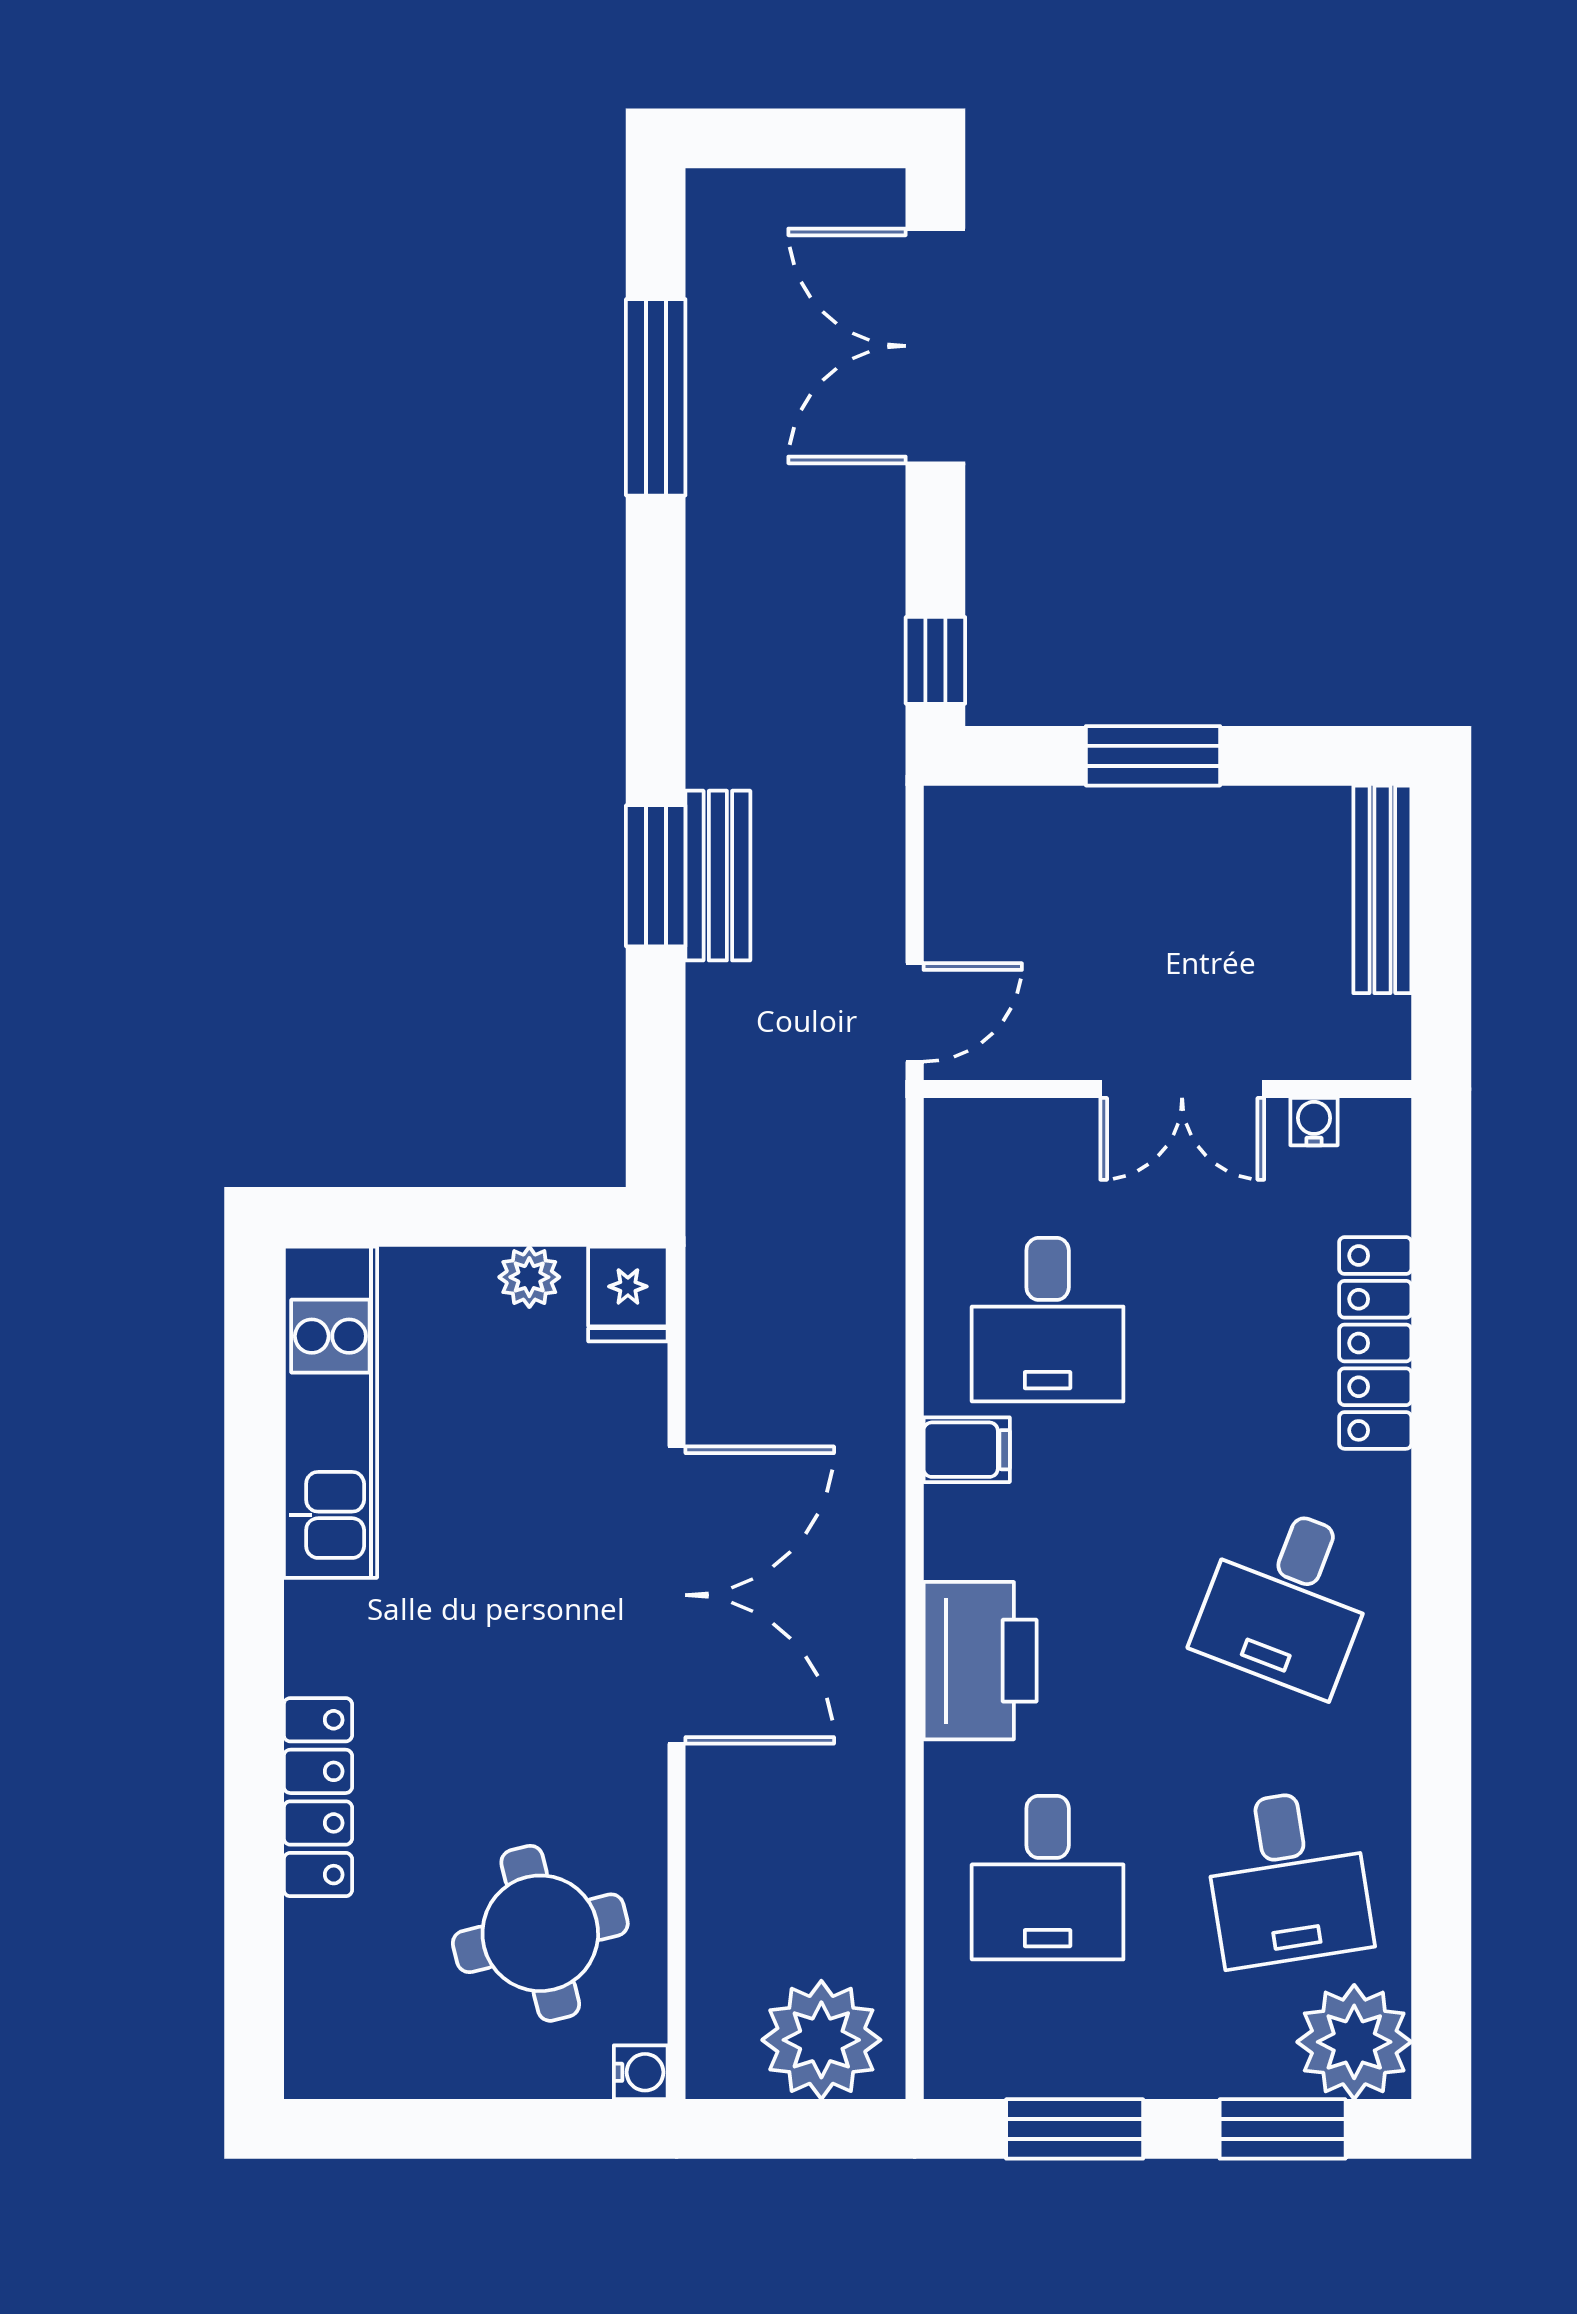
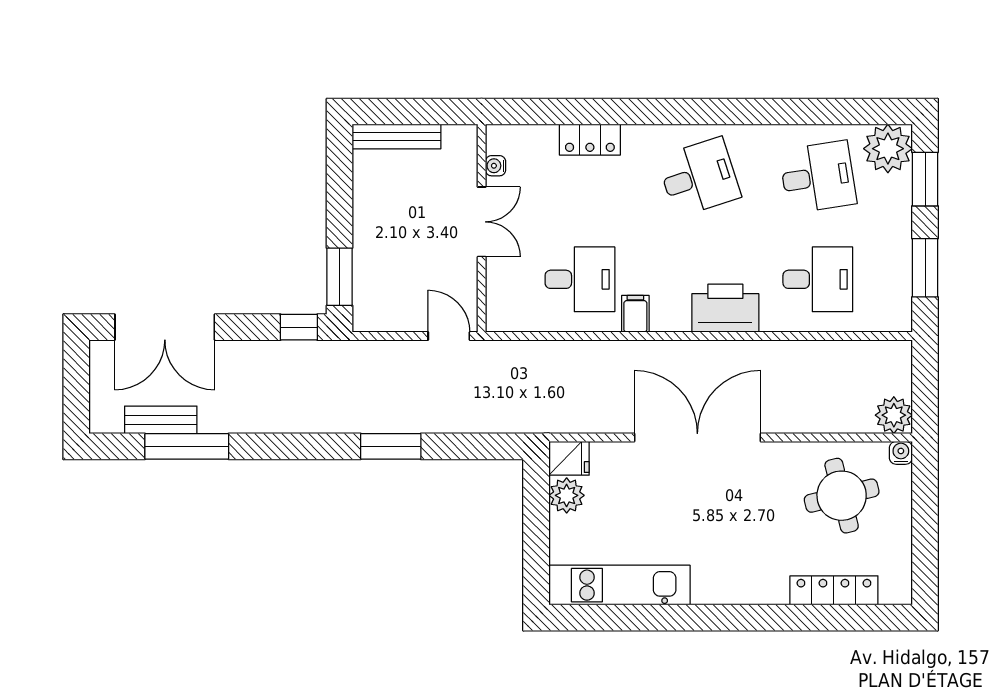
window: (1153, 756) -> (340, 277), moved
bench: (718, 876) -> (161, 420), moved
plant: (529, 1277) -> (567, 495), width x1.38, depth x1.38
locker: (1375, 1343) -> (590, 140), width x0.66
desk: (1287, 1599) -> (699, 177), turned -39
locker: (318, 1797) -> (834, 590), moved
plant: (821, 2040) -> (894, 415), moved, width x0.73, depth x0.73

